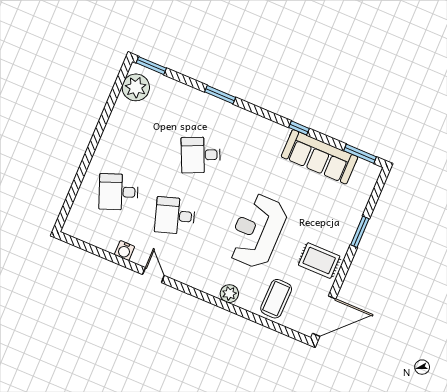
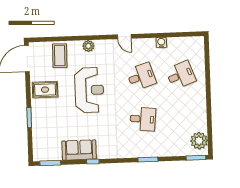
desk: (201, 155) -> (143, 119), turned 30
sofa: (319, 157) -> (79, 150), width x0.73
door: (153, 275) -> (124, 37), moved

